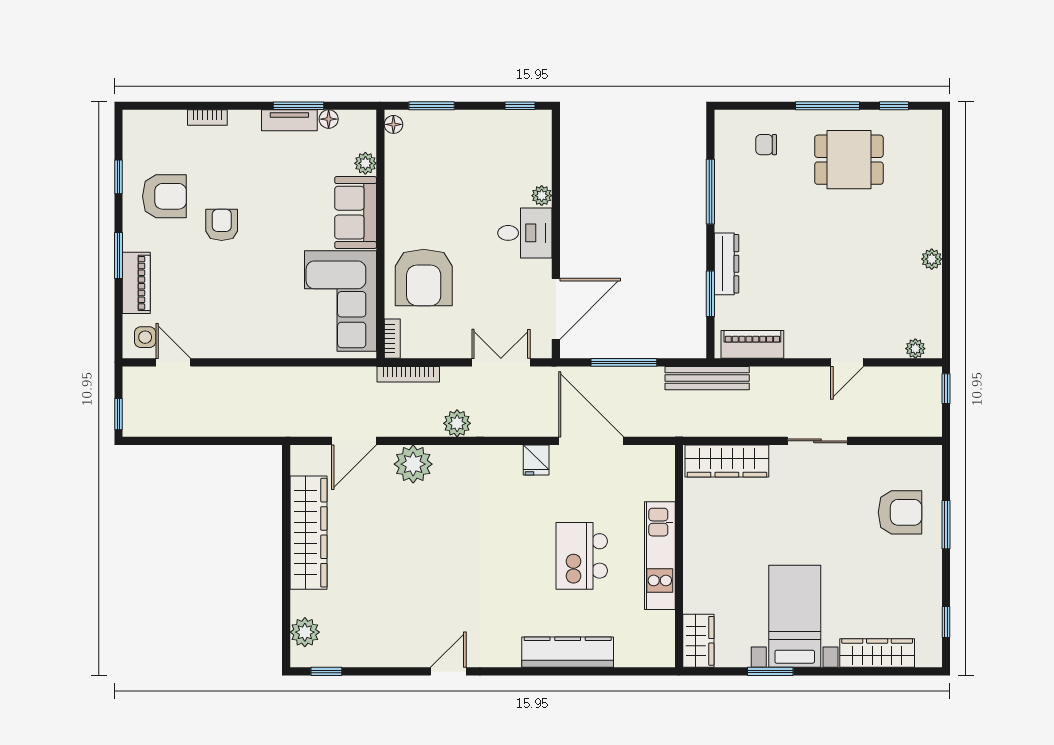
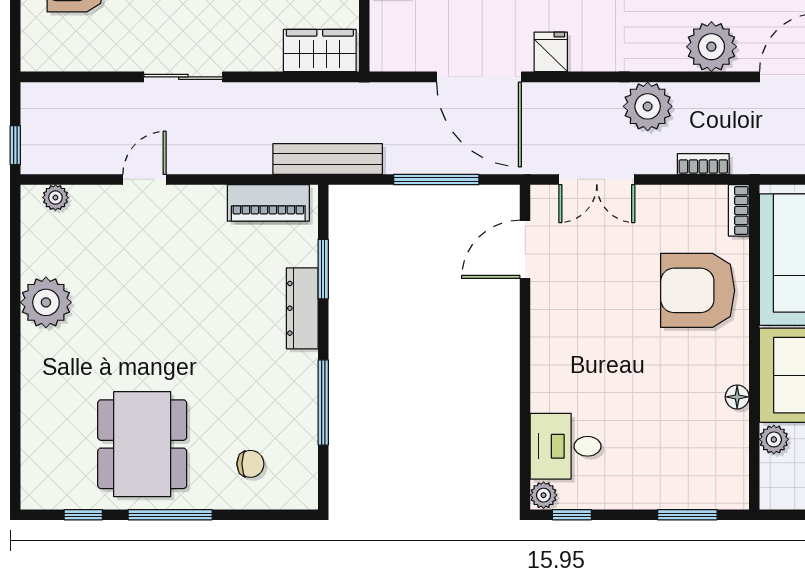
floor lamp: (393, 124) -> (737, 397), moved
dining table: (849, 160) -> (142, 444), width x1.38
plant: (542, 196) -> (544, 495), moved
desk: (525, 233) -> (566, 446), moved
plant: (932, 259) -> (46, 302), width x1.88, depth x1.88
armchair: (424, 277) -> (698, 290), turned -90
door: (556, 309) -> (525, 249), width x0.73
bookcase: (408, 374) -> (703, 164), width x0.64
plant: (457, 423) -> (648, 106), width x1.36, depth x1.36
wardrobe: (727, 461) -> (320, 51), width x0.67

